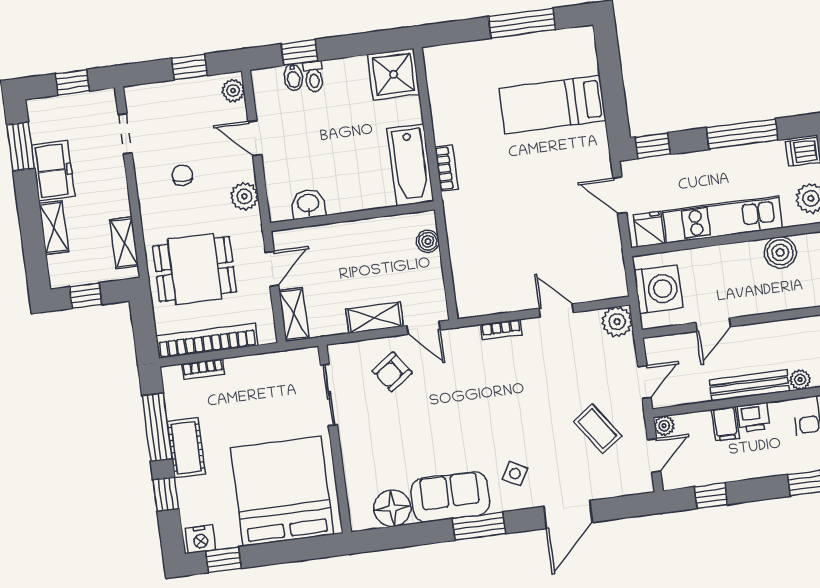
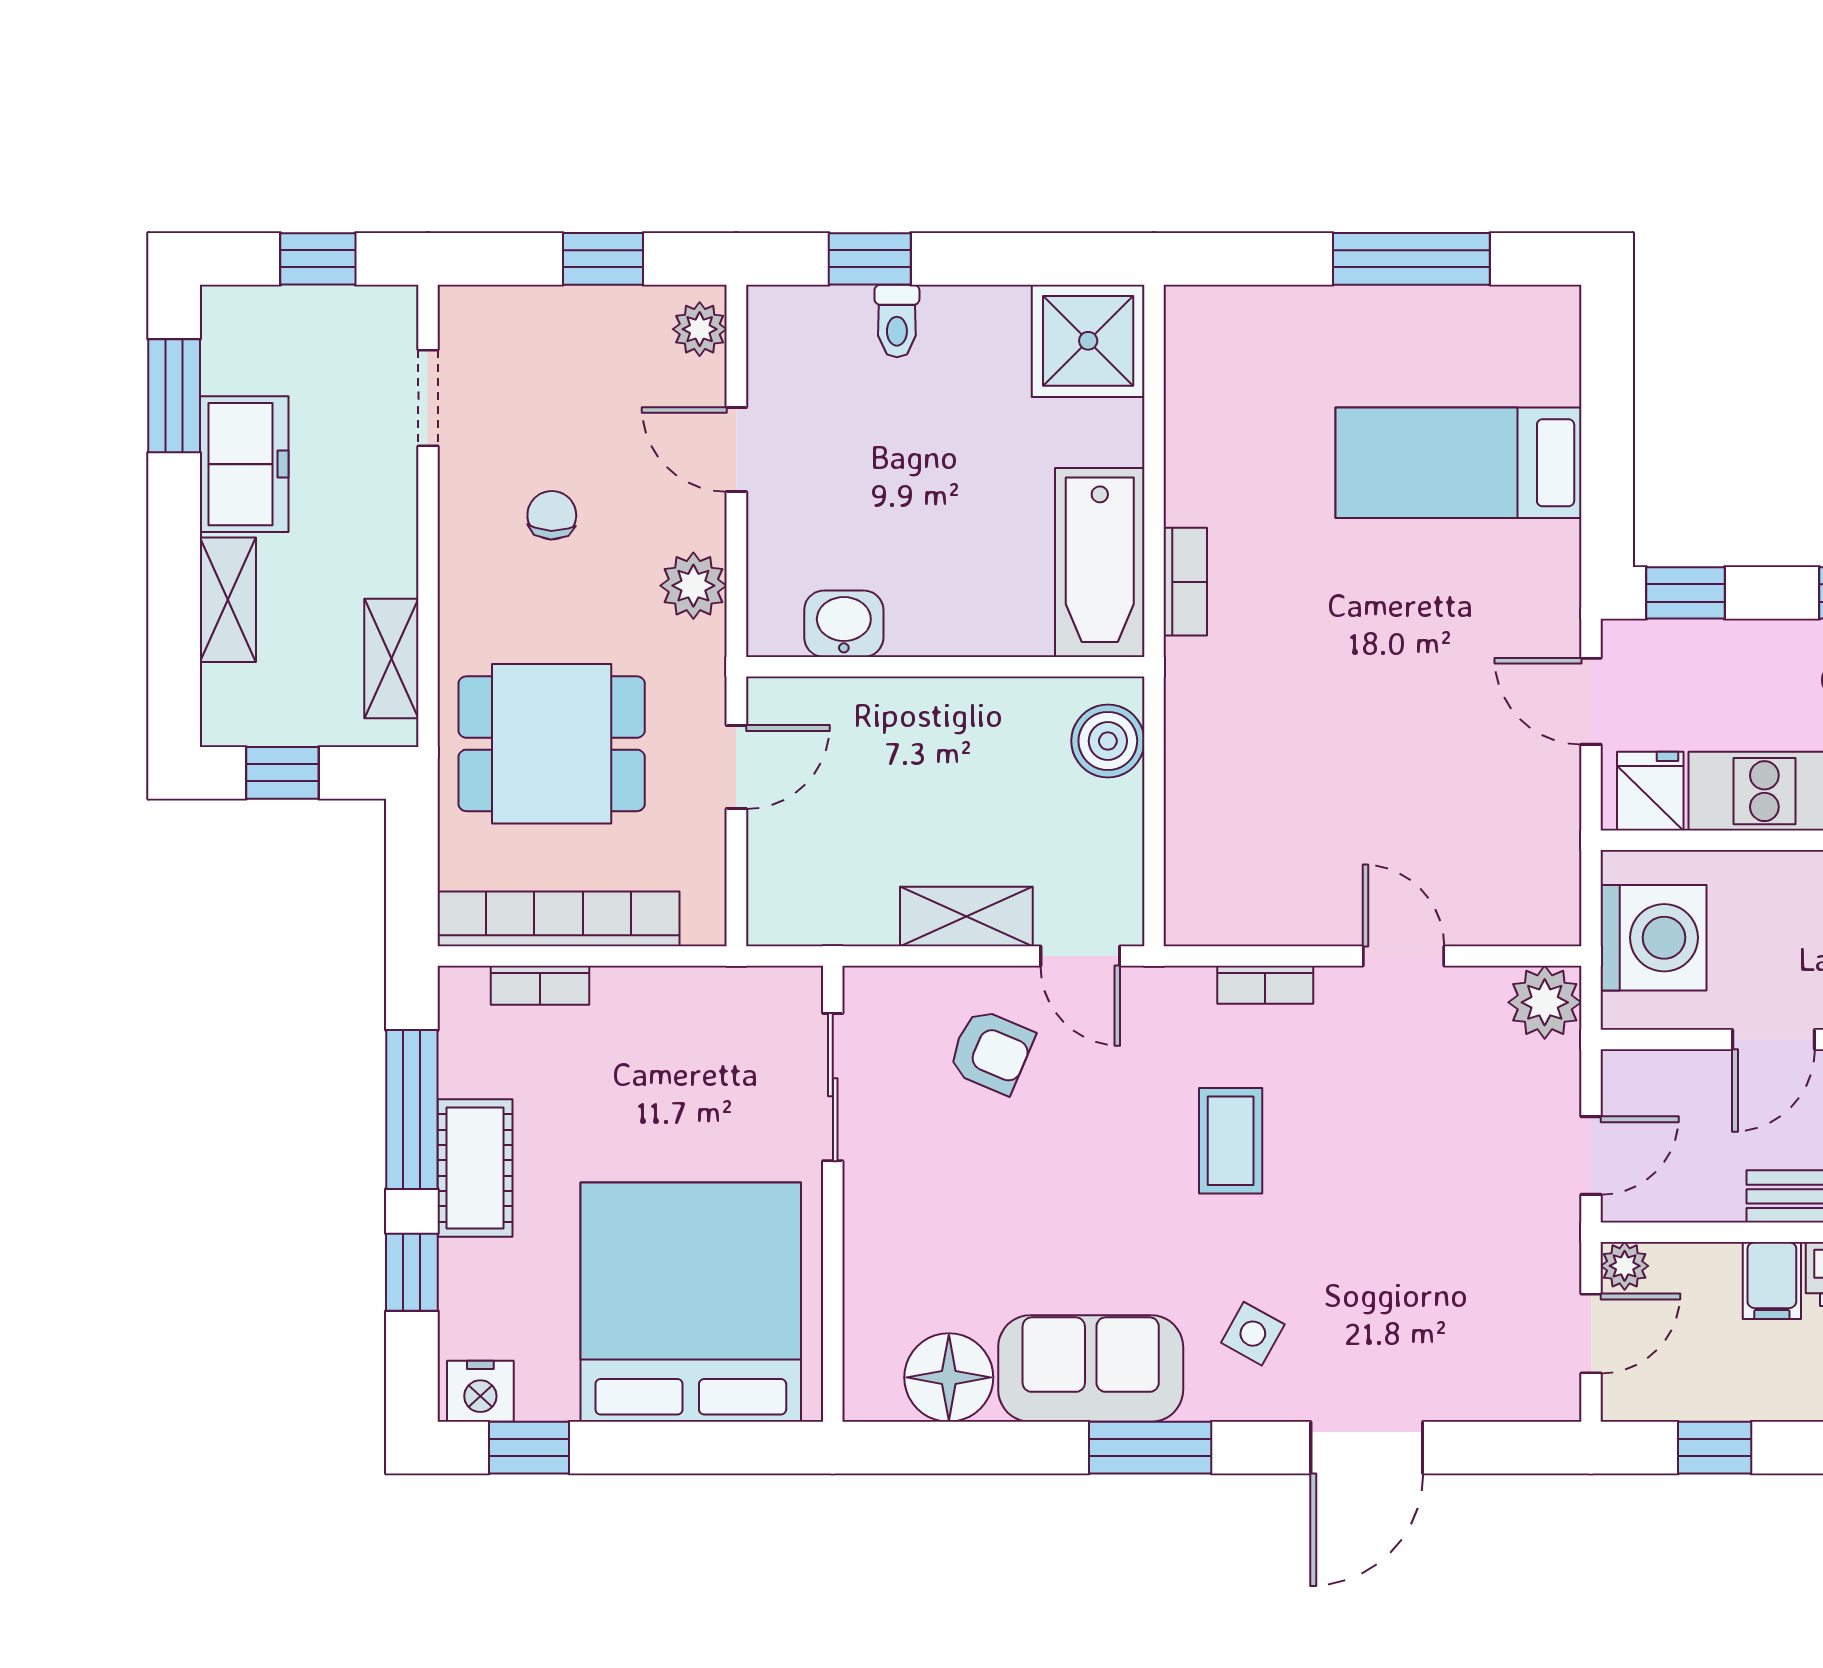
bidet: (293, 77) -> (848, 316), removed
boiler: (428, 241) -> (1108, 741), width x1.36, depth x1.36
shelving: (294, 315) -> (774, 884), removed
armchair: (392, 372) -> (991, 1051), turned -122
coffee table: (598, 429) -> (1231, 1141), moved, turned 35

